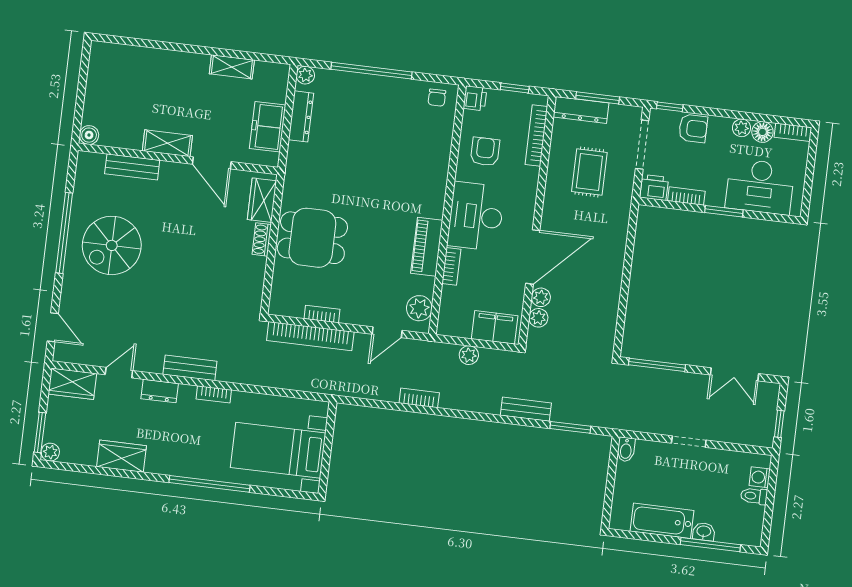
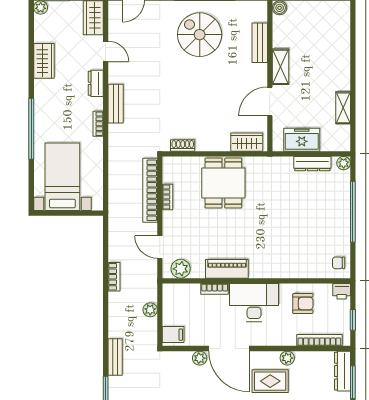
rug: (589, 172) -> (270, 381), moved
shoe rack: (262, 239) -> (183, 146), moved
plant: (538, 318) -> (287, 358), moved
filing cabinet: (495, 327) -> (173, 335), width x0.50

